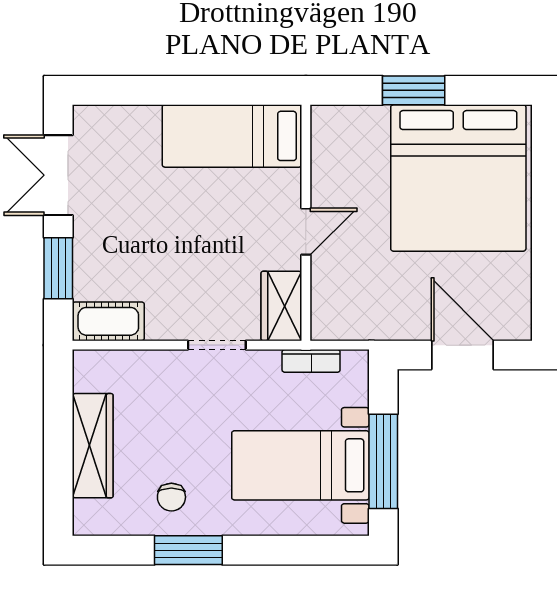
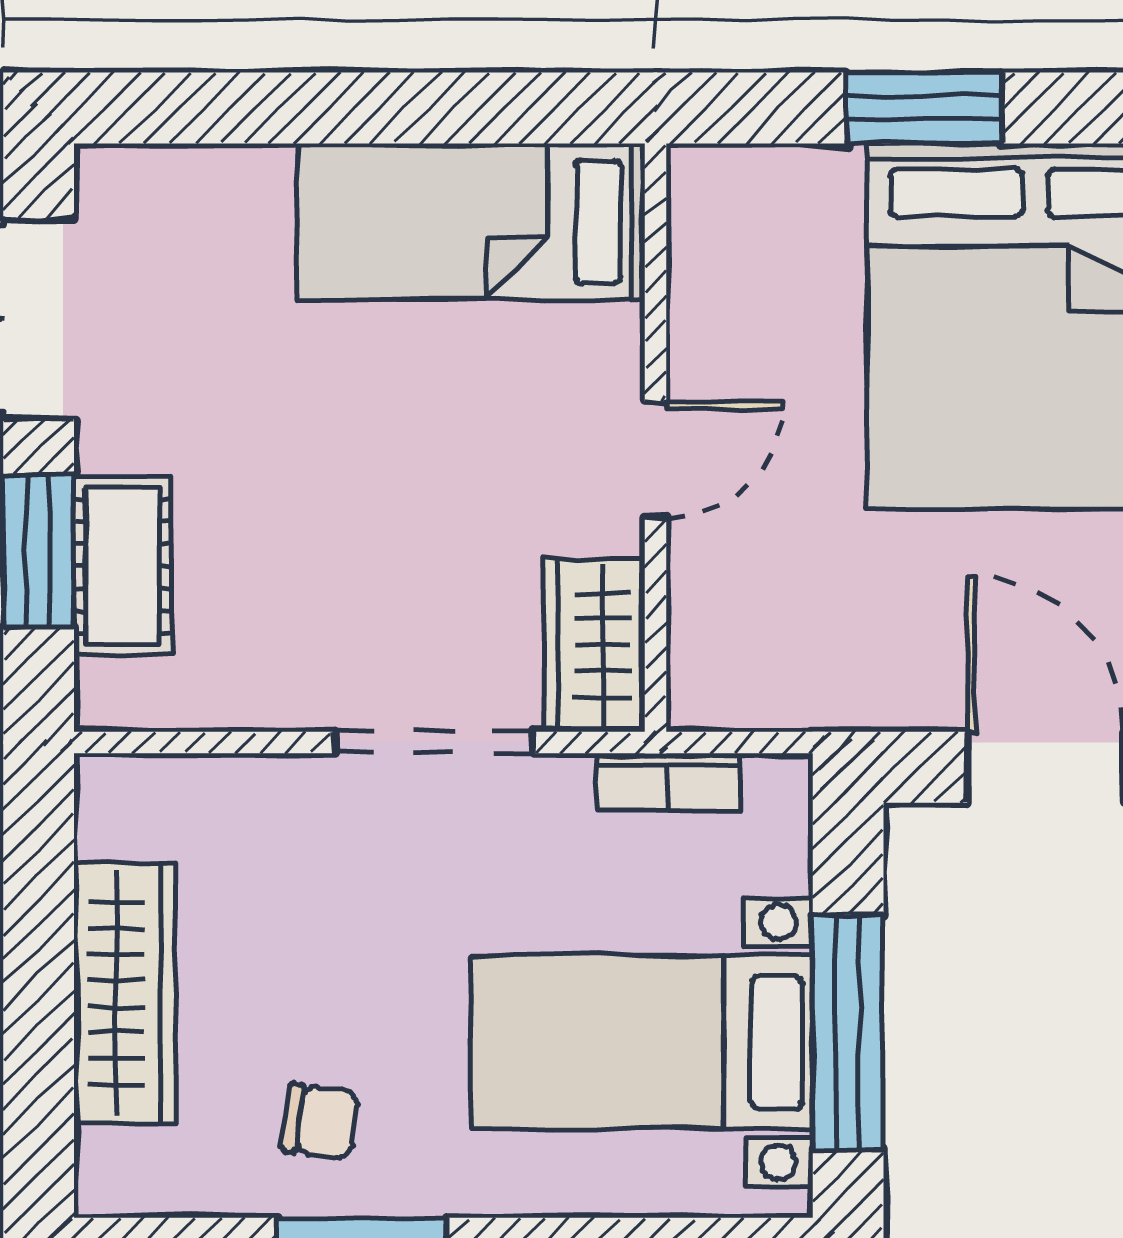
cot: (108, 321) -> (123, 566), moved, turned 90
doorway: (217, 345) -> (434, 742), width x1.38
chair: (171, 497) -> (321, 1121), turned -83

